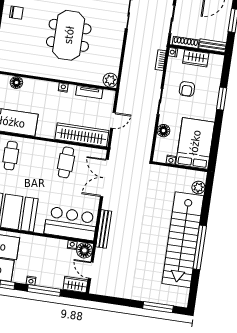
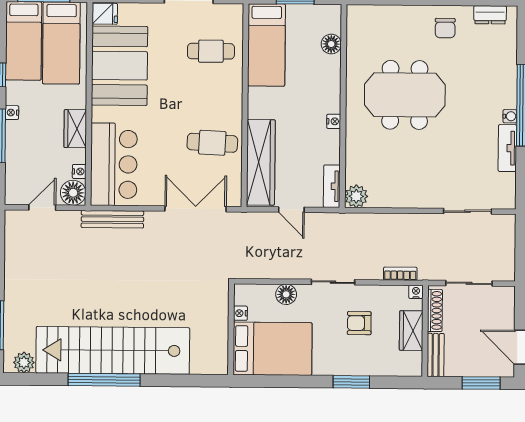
meeting table: (69, 35) -> (405, 95), moved
tv unit: (89, 92) -> (332, 186), moved
plant: (198, 187) -> (24, 362), moved
wardrobe: (75, 284) -> (75, 129), moved, turned 180

